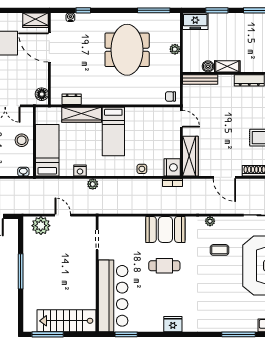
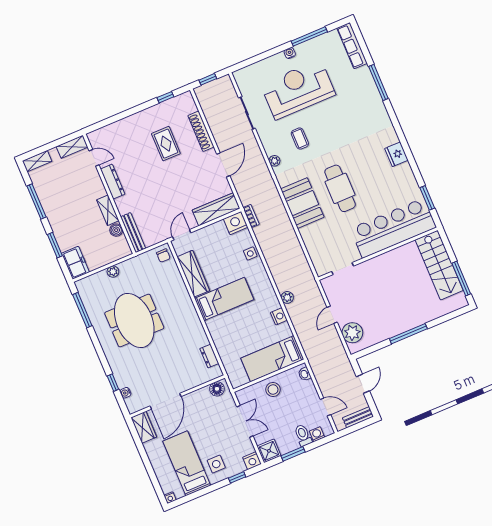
meeting table: (127, 50) -> (134, 320), turned 90
wardrobe: (82, 115) -> (193, 274), moved
cafe table: (164, 266) -> (340, 188), width x1.37, depth x1.35

